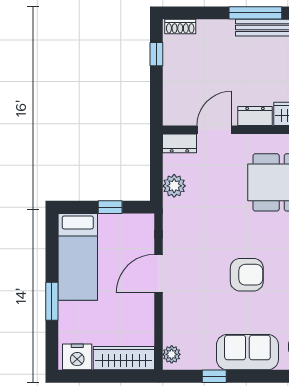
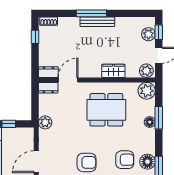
dresser: (255, 116) -> (48, 72), moved
plant: (174, 186) -> (45, 122), moved

